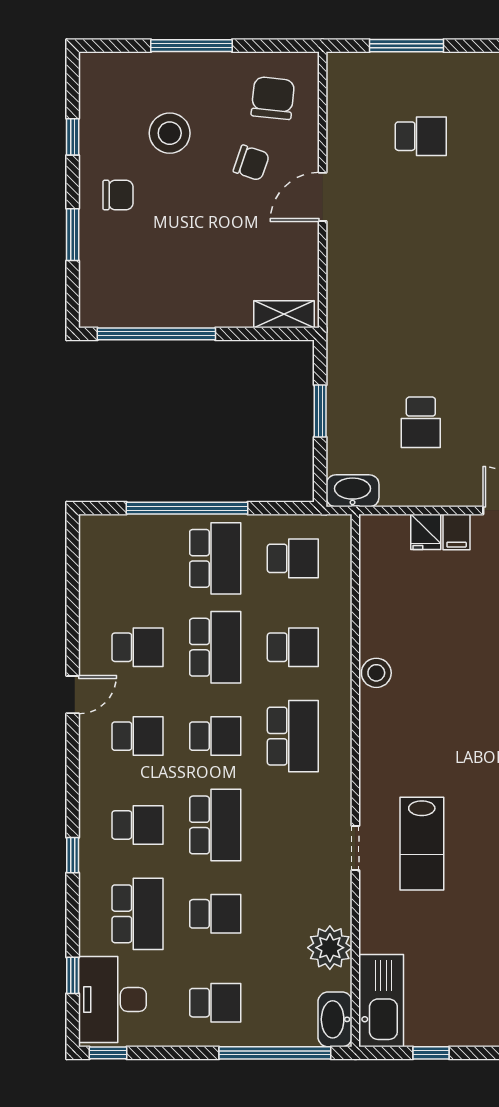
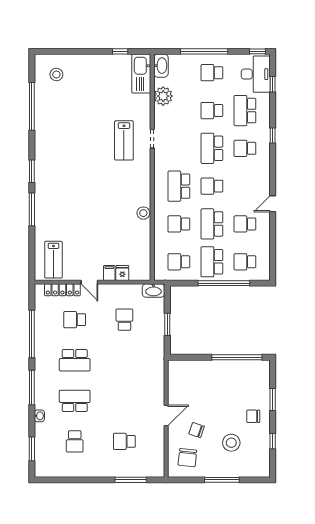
shelving: (284, 314) -> (183, 366), removed
school desk: (138, 736) -> (245, 262), moved
lab bench: (422, 844) -> (124, 140), turned 180
window: (275, 1053) -> (204, 51), moved

